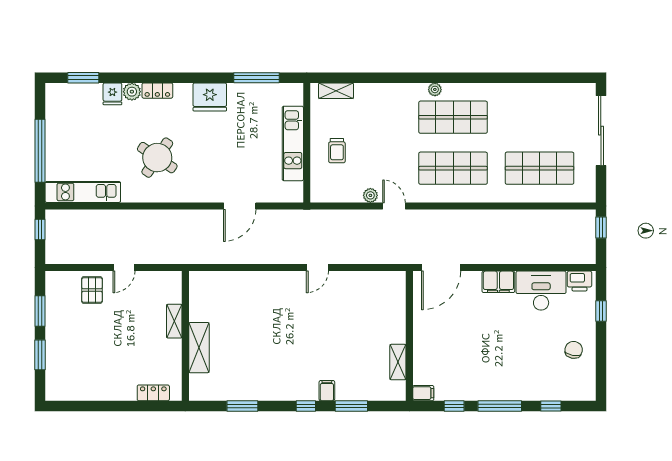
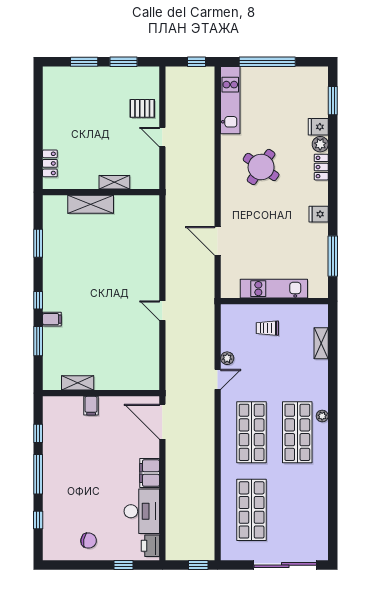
shelving: (336, 91) -> (321, 343), moved
fridge: (210, 97) -> (319, 214), width x0.53, depth x0.75
filing cabinet: (423, 393) -> (91, 406), moved

